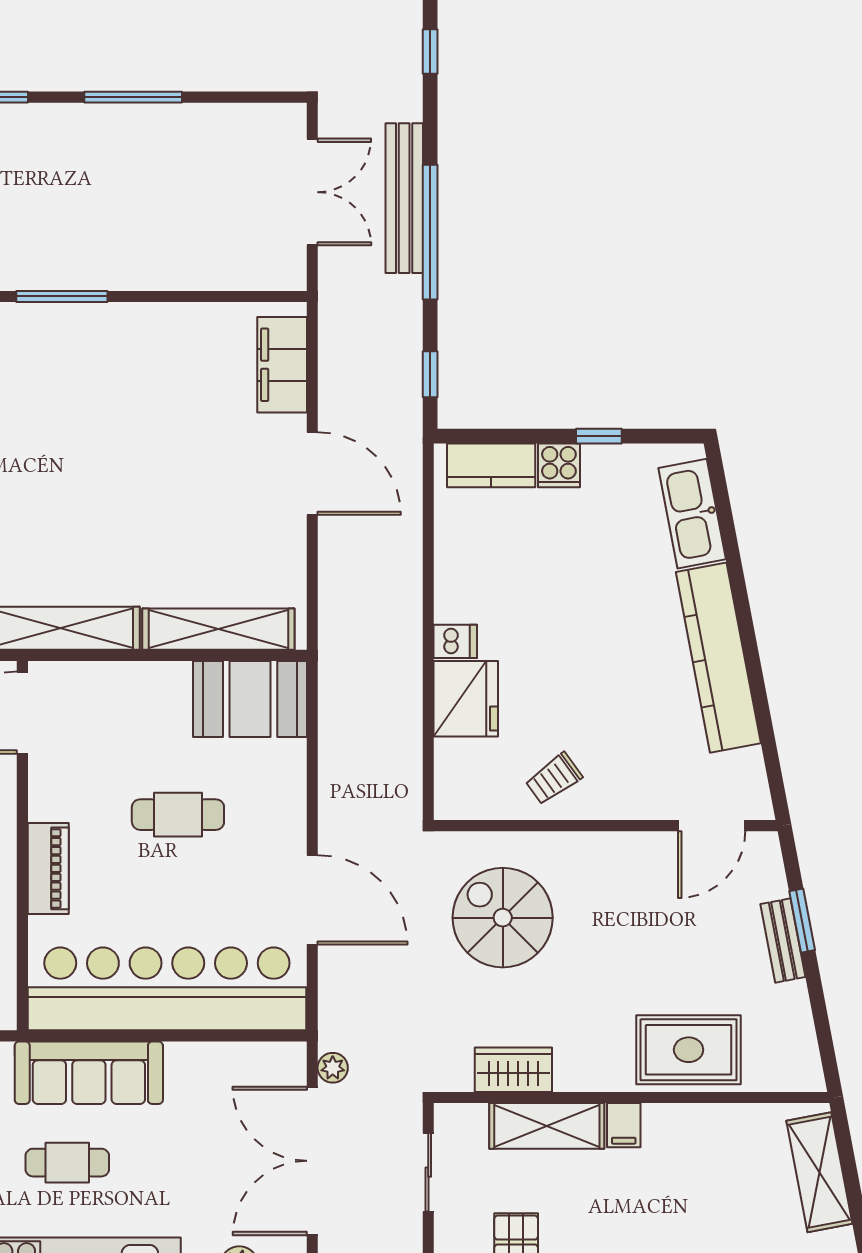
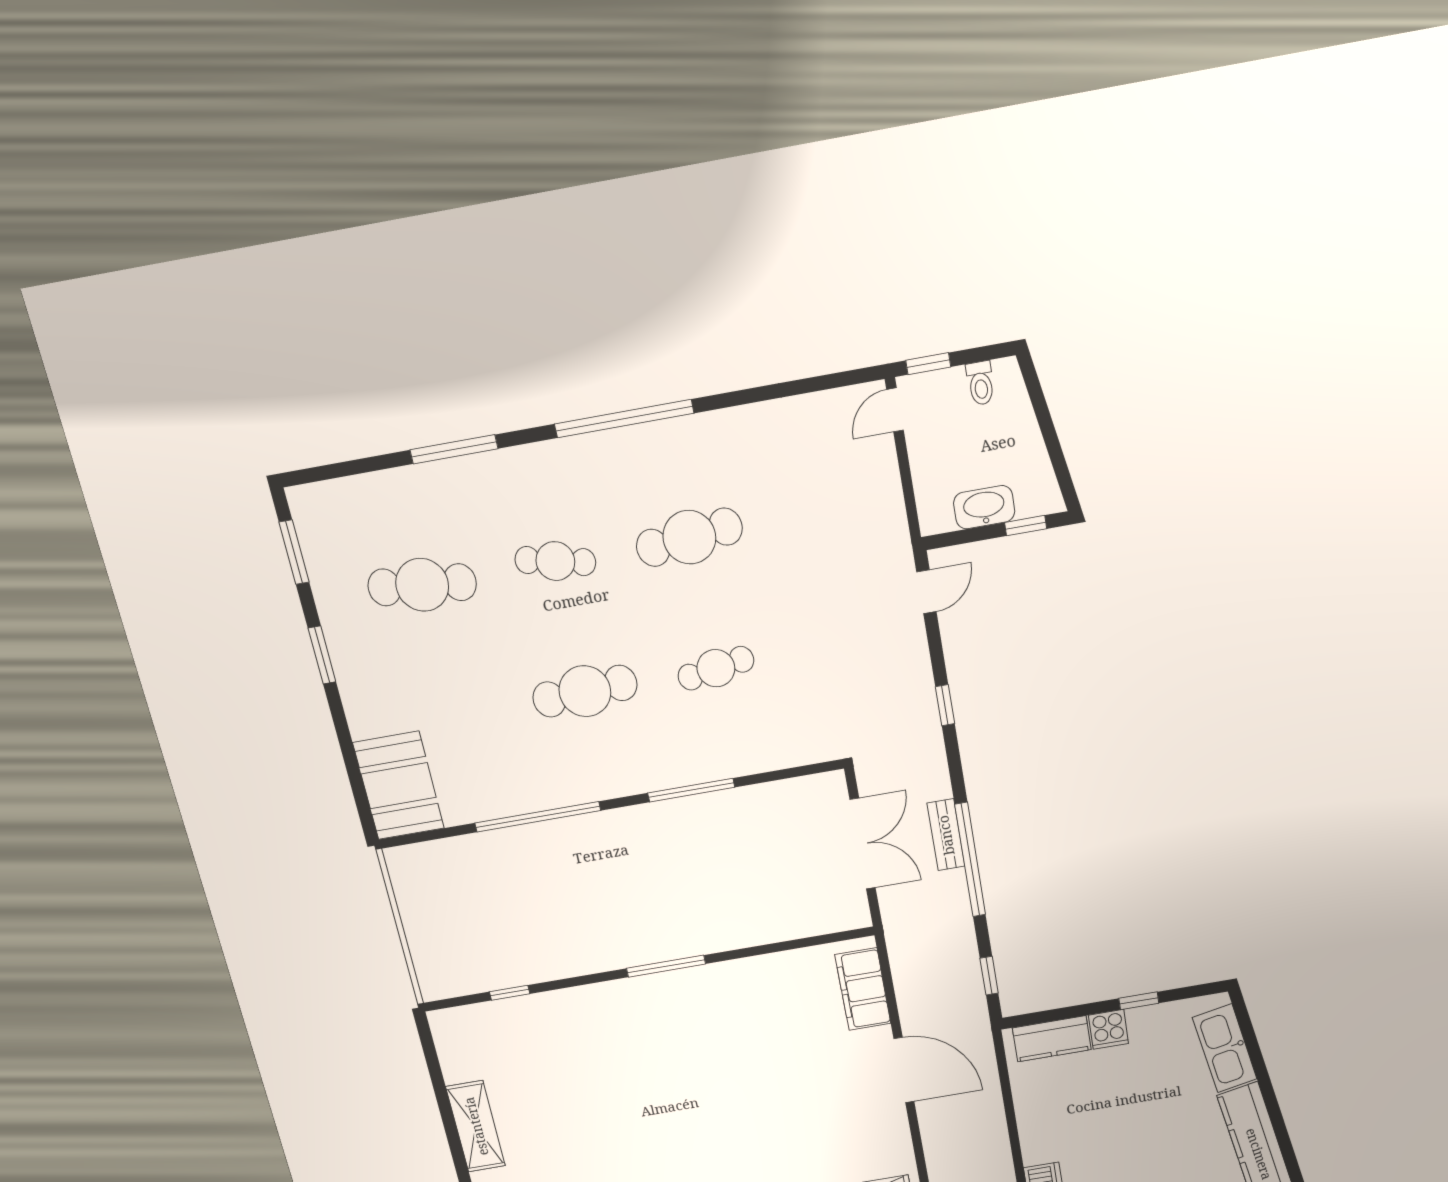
bench: (404, 198) -> (946, 835), width x0.54, depth x0.82

